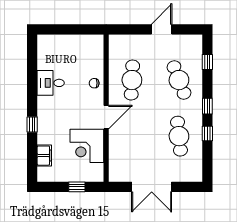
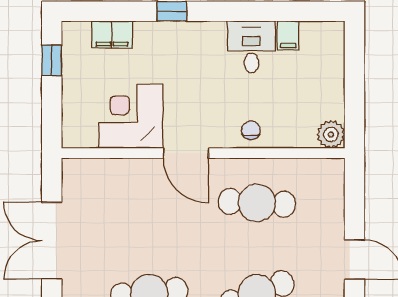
plant: (96, 41) -> (331, 134), added
filing cabinet: (45, 64) -> (288, 35), added
window: (77, 187) -> (52, 60), moved

